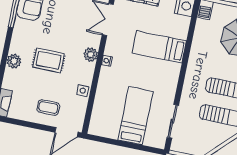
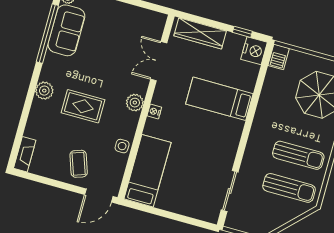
plant: (14, 61) -> (44, 91), moved
coffee table: (48, 107) -> (79, 164), turned 71
bed: (135, 116) -> (147, 171), moved

